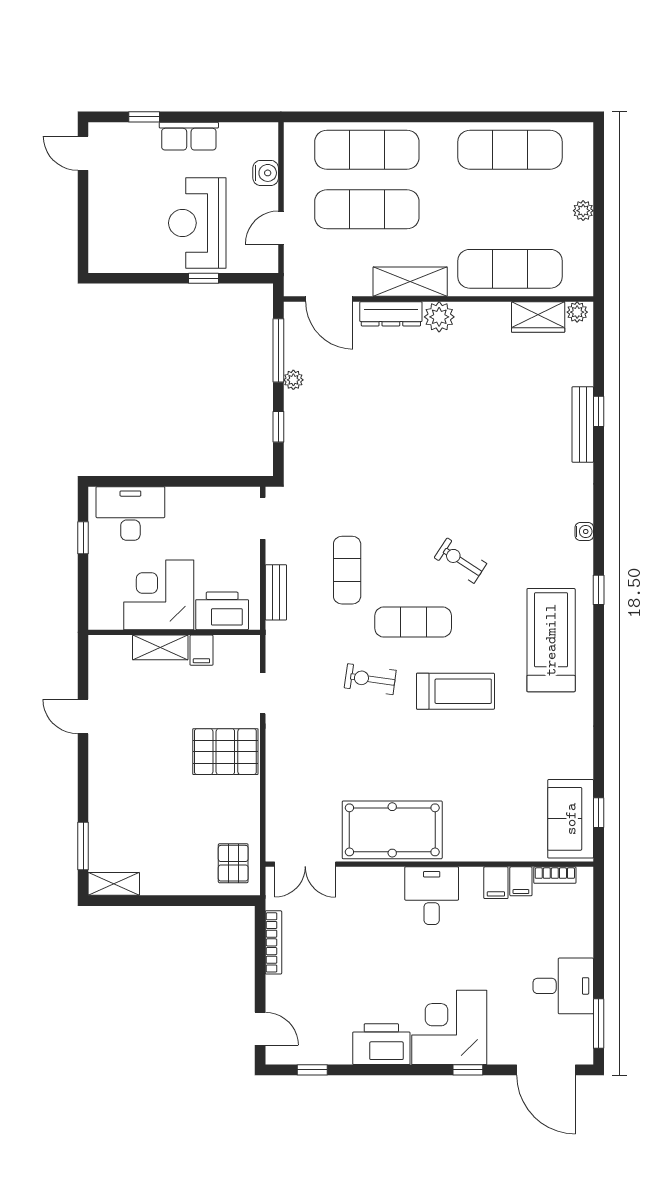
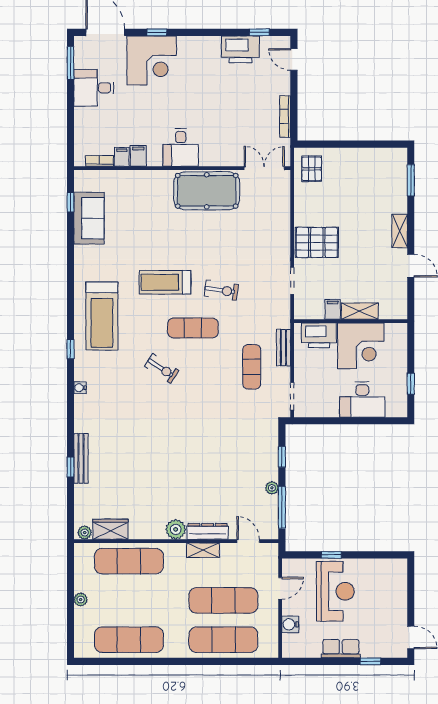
shelving: (410, 282) -> (203, 550), width x0.67, depth x0.75
door: (329, 299) -> (248, 541), width x0.73
desk: (130, 513) -> (362, 400), moved
exercise mat: (347, 570) -> (252, 367), moved
sofa: (571, 819) -> (89, 218), moved
shelving: (114, 884) -> (400, 231), moved, turned 90
corner desk: (449, 1027) -> (152, 60), moved
printer: (381, 1044) -> (240, 49), moved

